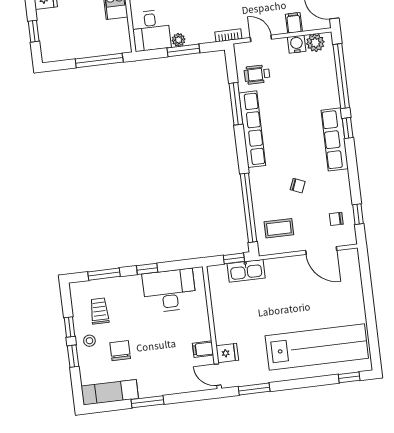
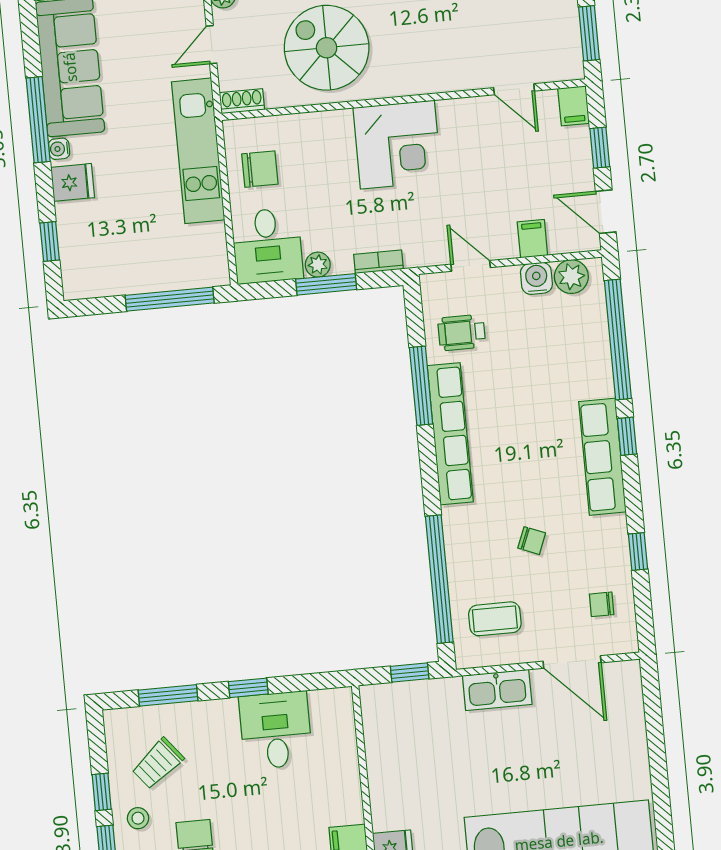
bookcase: (228, 35) -> (378, 262), moved
window: (358, 214) -> (638, 551), moved
kitchen sink: (246, 271) -> (497, 690), moved
desk: (169, 291) -> (276, 730), width x0.73
trolley: (99, 311) -> (158, 763), turned -129

